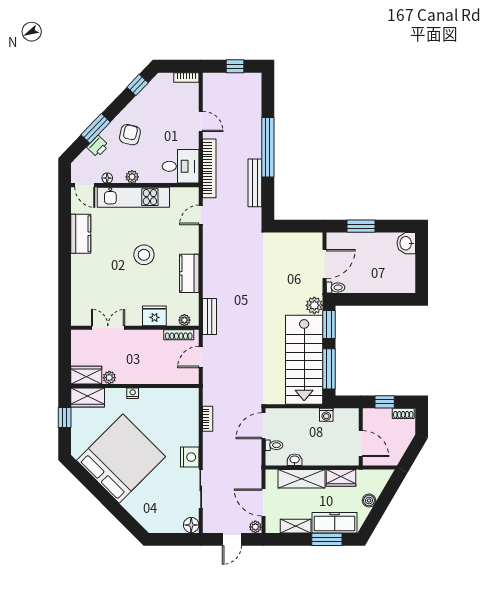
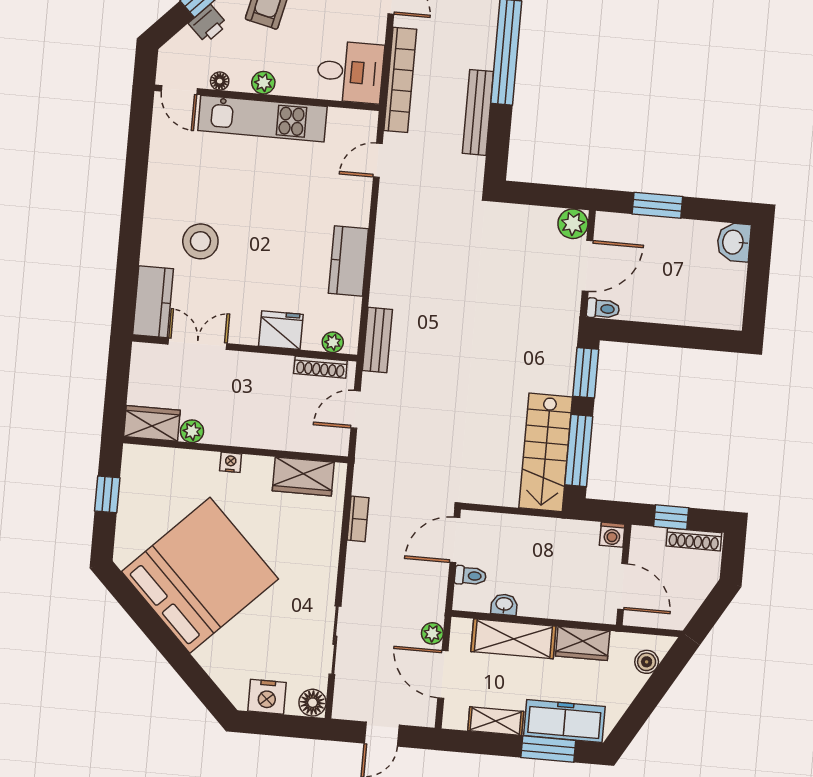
kitchen counter: (81, 234) -> (153, 302), moved
stool: (144, 255) -> (200, 241), moved
plant: (314, 305) -> (573, 224), moved
stairs: (304, 360) -> (546, 452), width x0.73, depth x0.66
wardrobe: (88, 397) -> (303, 476), moved
shoe rack: (403, 413) -> (694, 539), width x1.43
washing machine: (326, 415) -> (612, 535), moved
nightstand: (190, 457) -> (267, 697), moved, turned 90
boiler: (369, 500) -> (647, 662), moved
plant: (255, 527) -> (432, 633), moved

